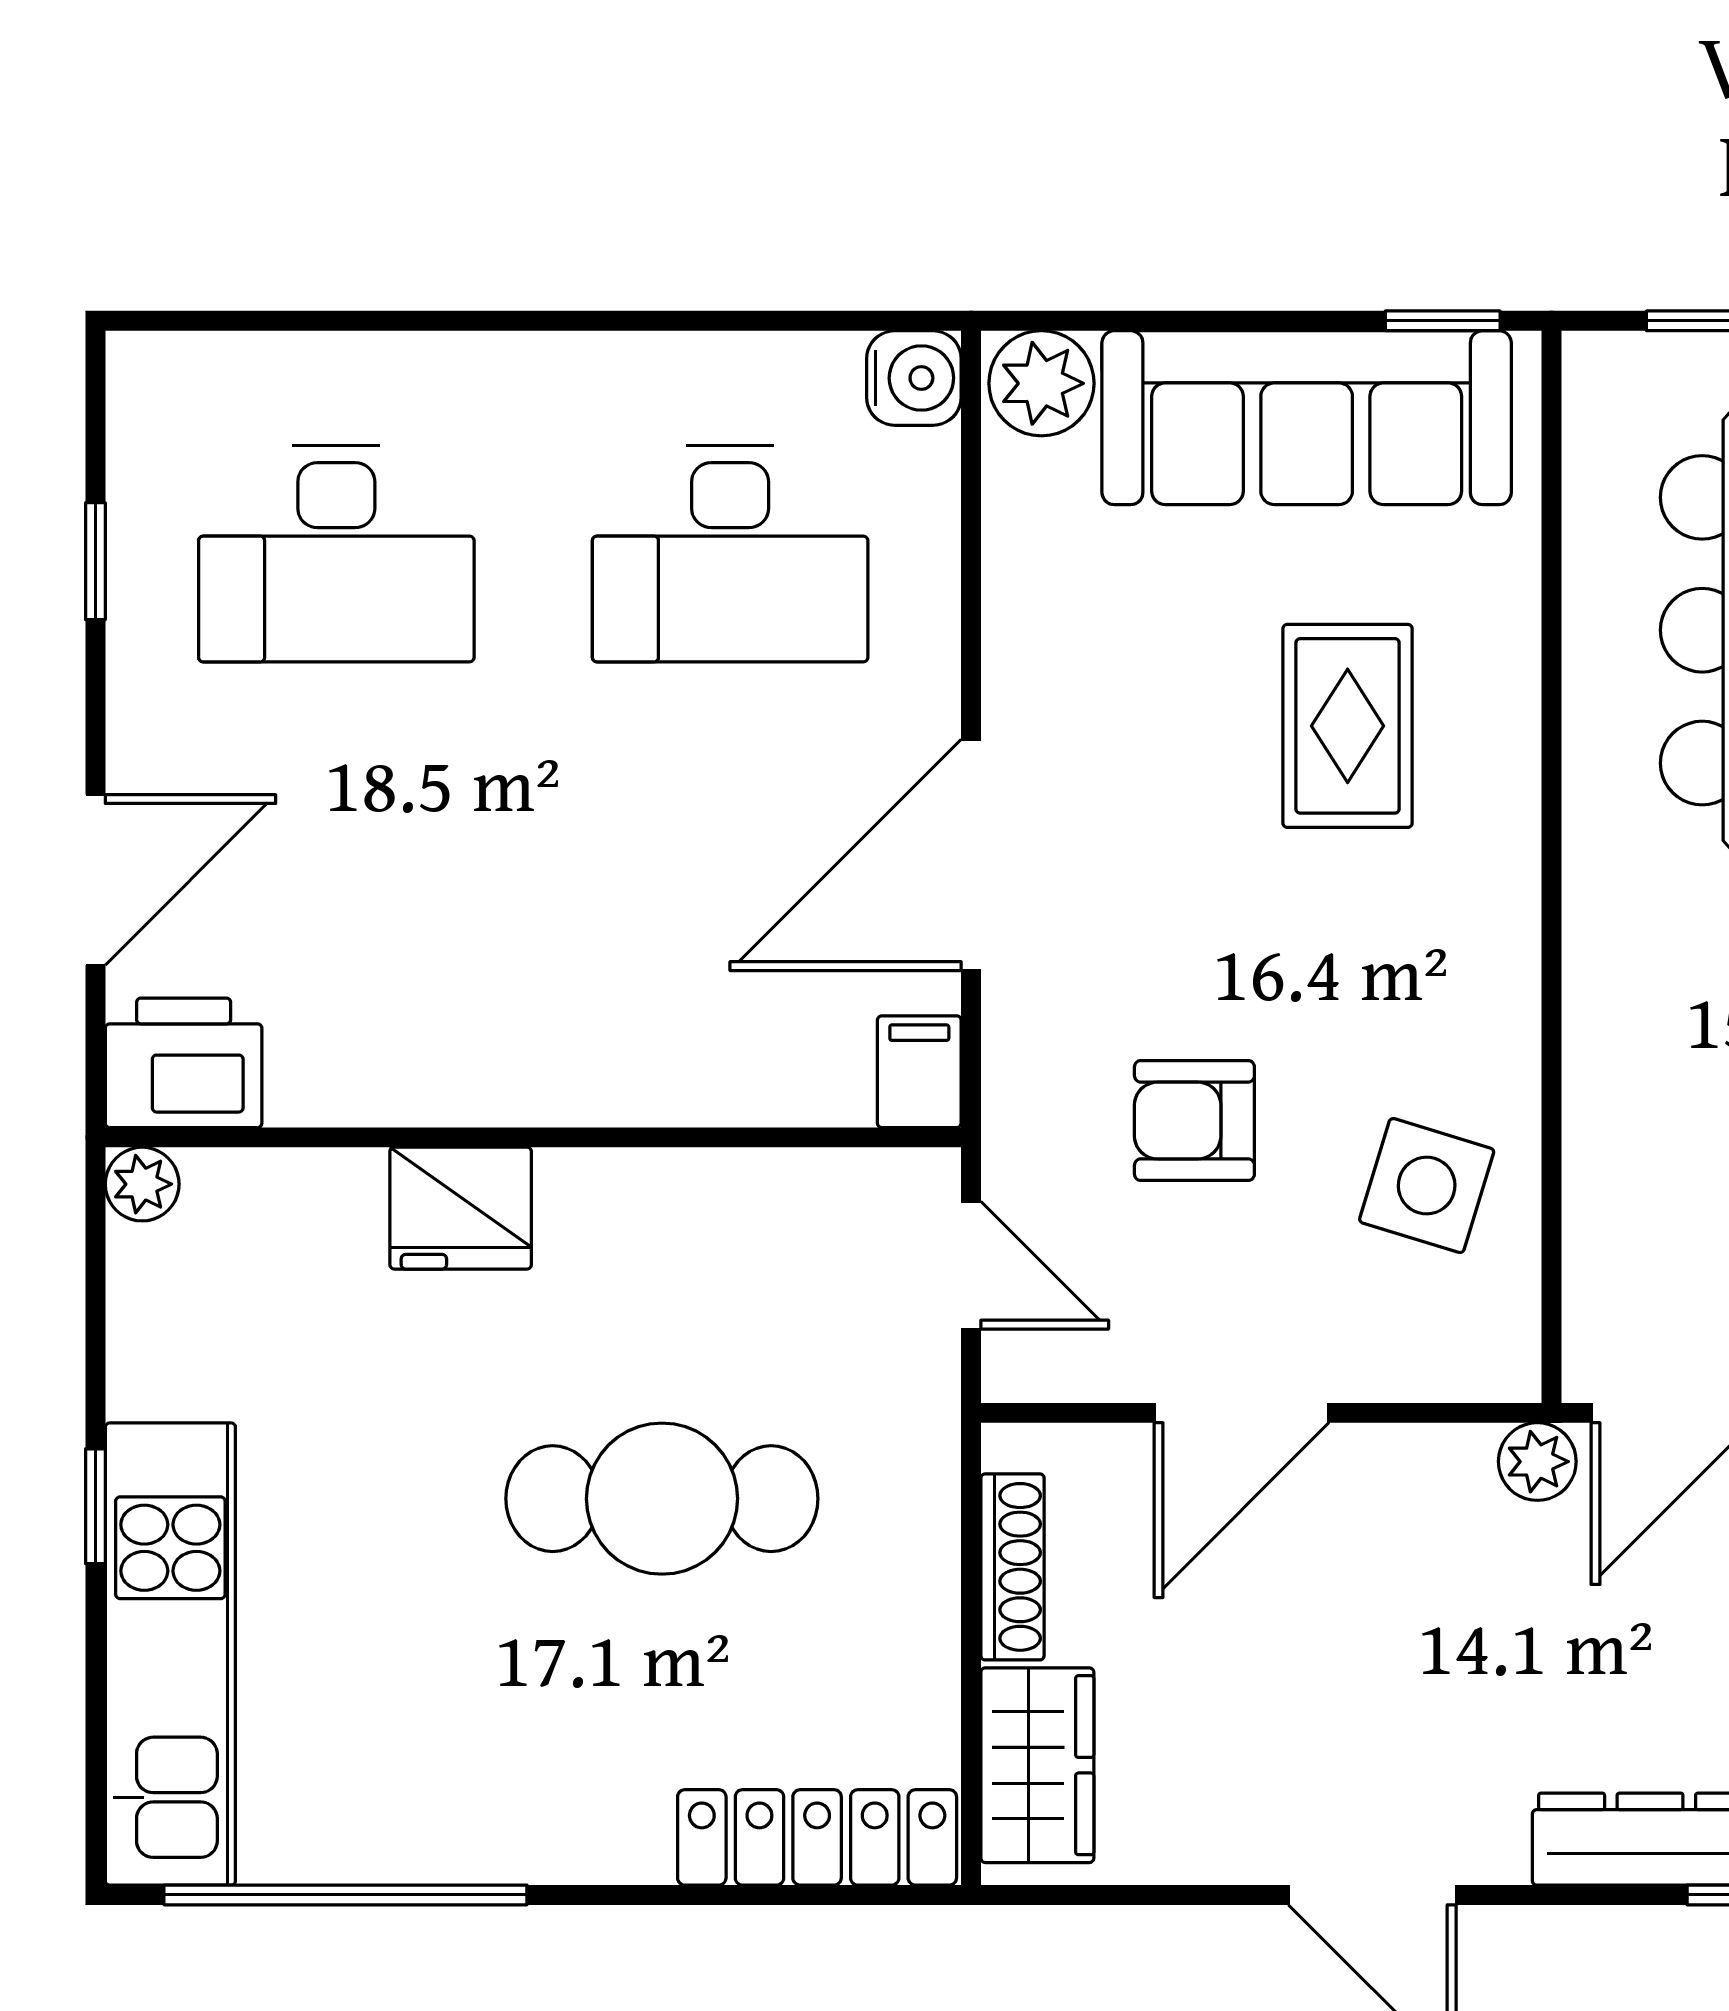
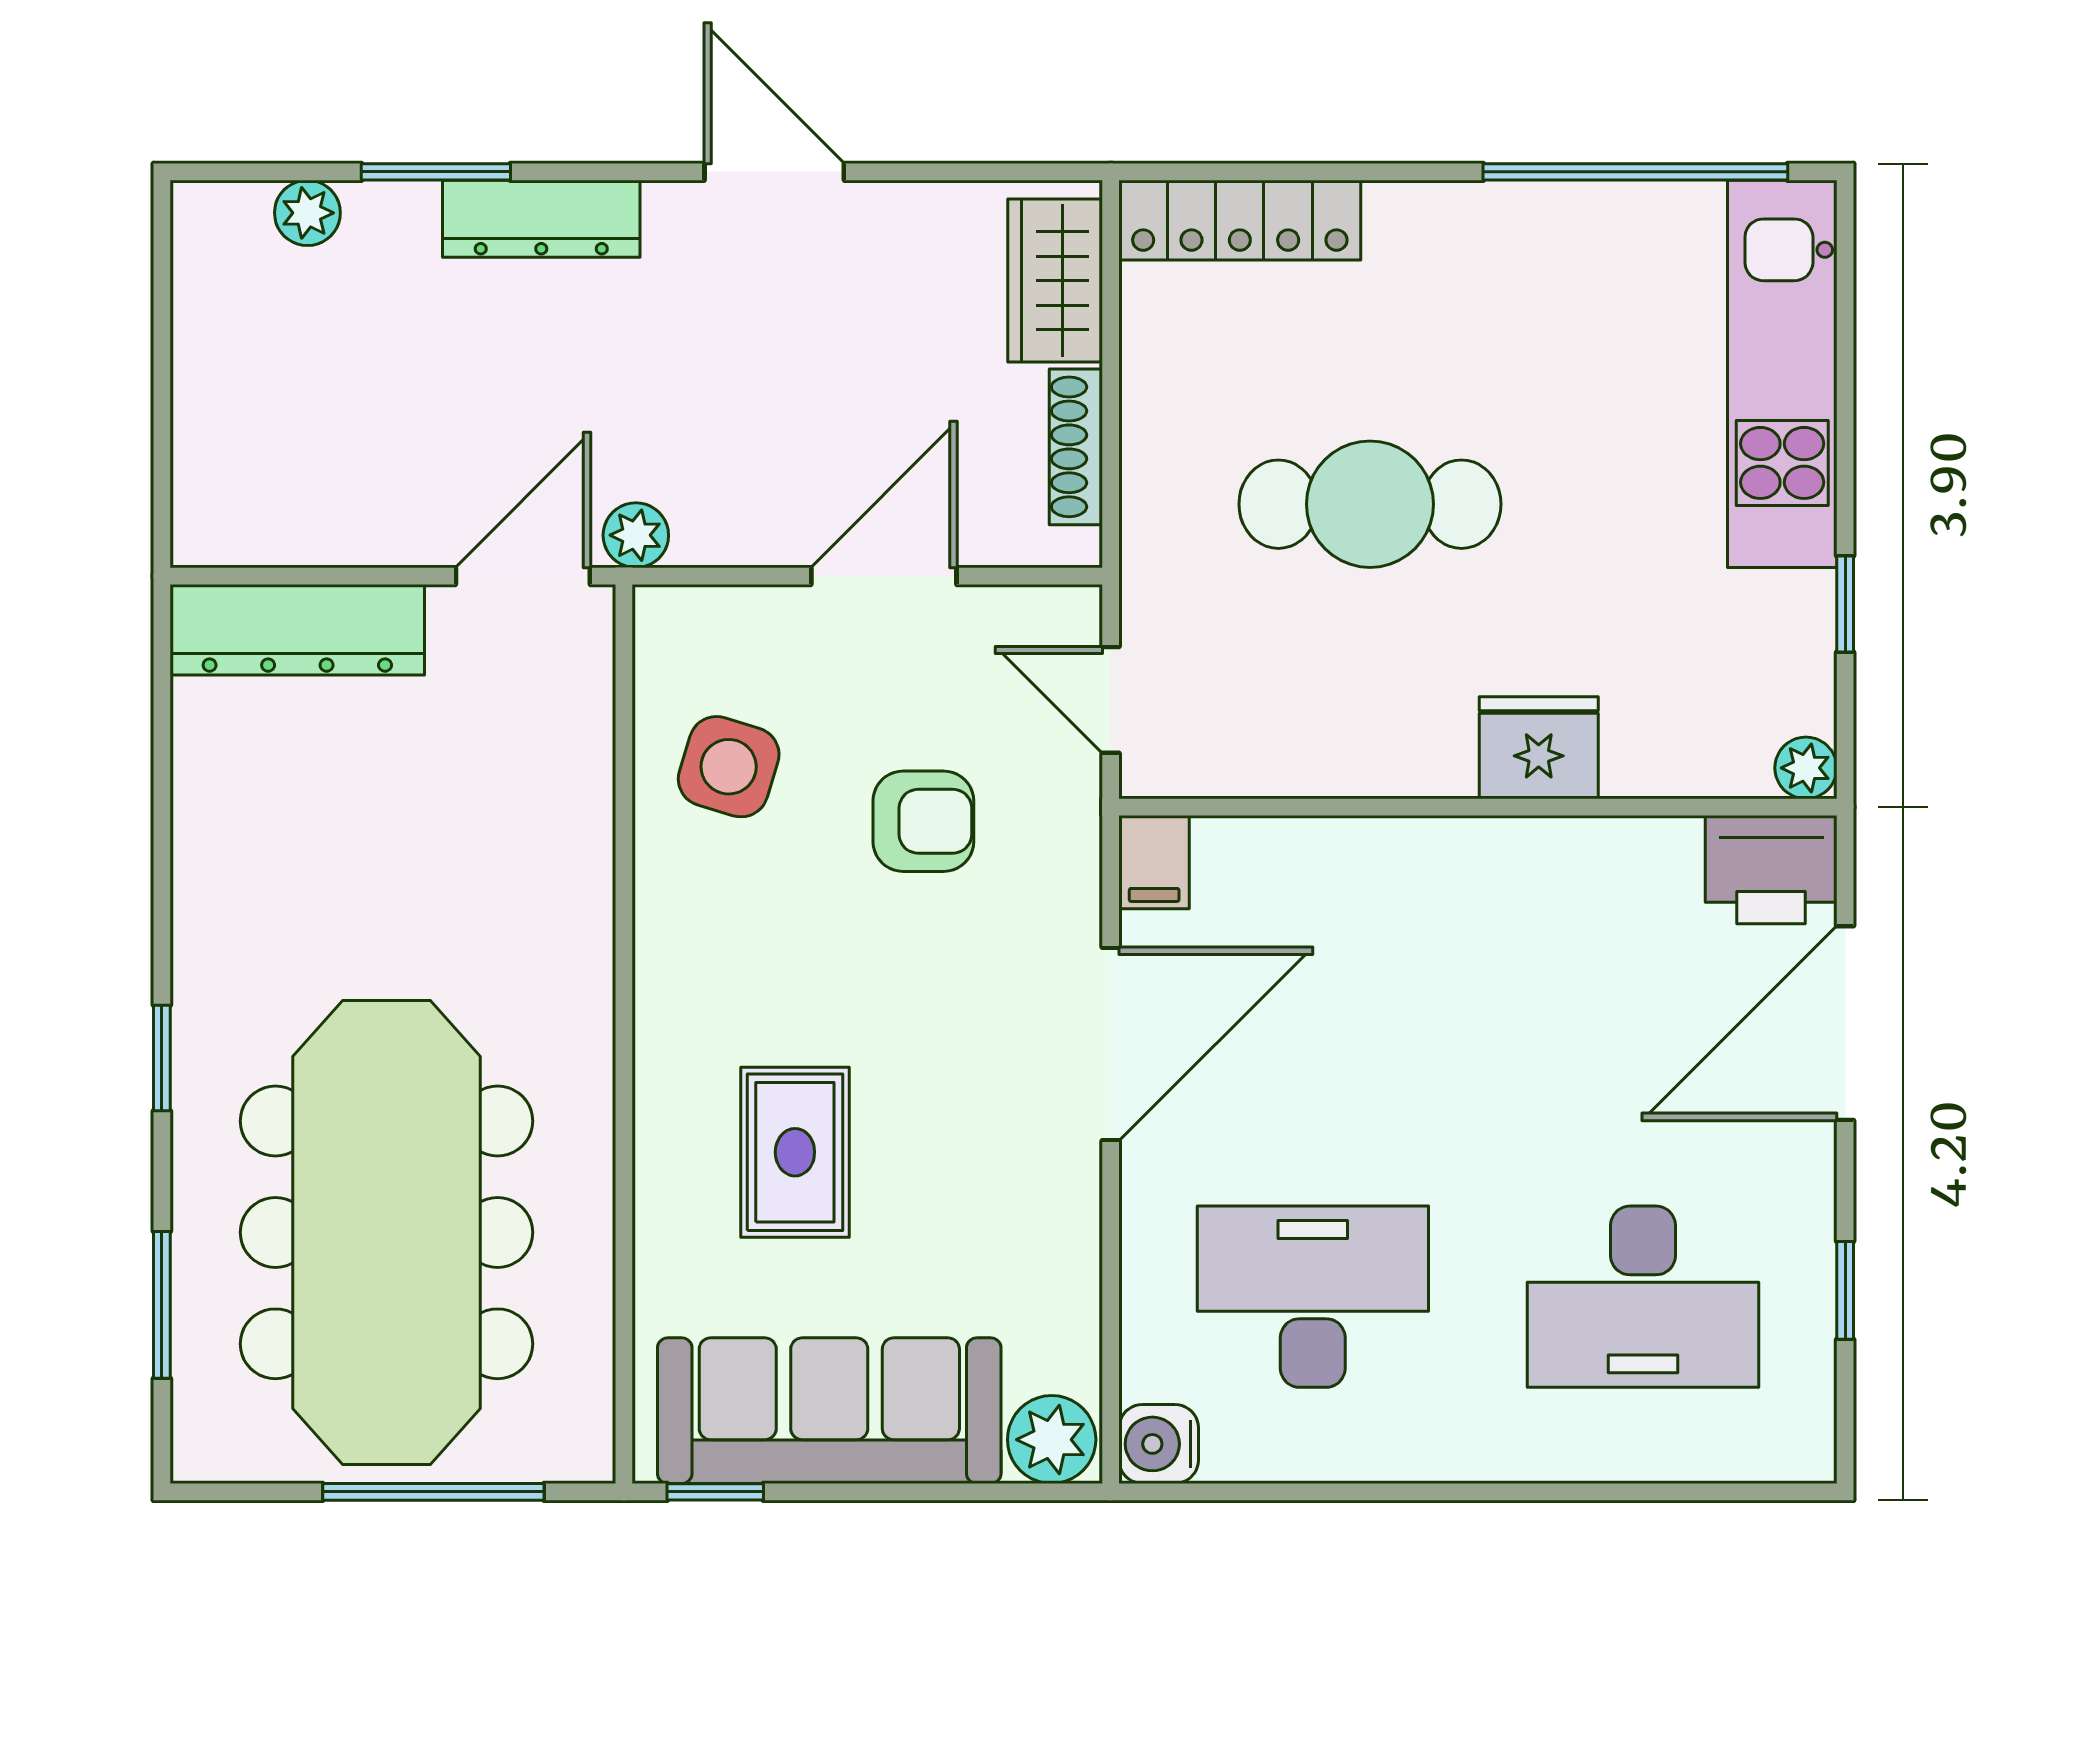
desk: (336, 554) -> (1643, 1297), turned 180
door: (95, 880) -> (1845, 1023), width x1.36
window: (95, 1506) -> (1845, 604), moved

